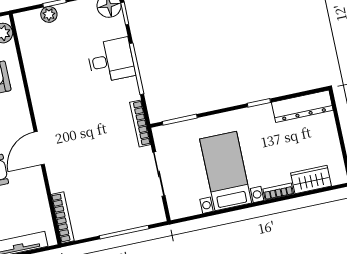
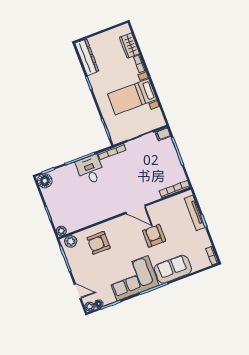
plant: (49, 14) -> (61, 231), moved
desk: (111, 60) -> (90, 170), moved
filing cabinet: (156, 212) -> (163, 134), added

